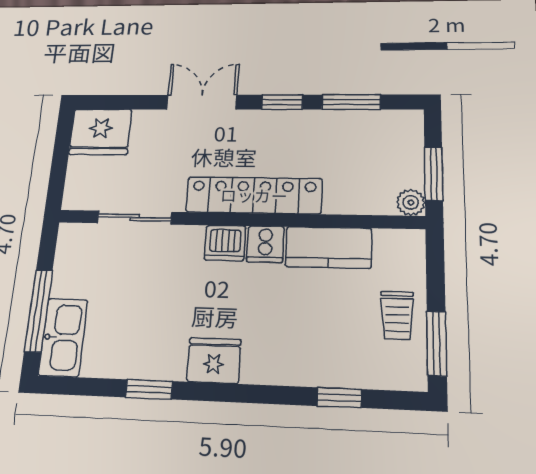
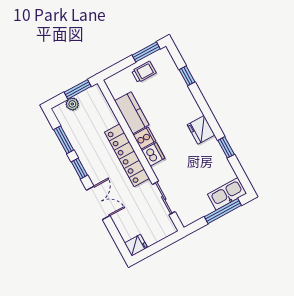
double door: (202, 102) -> (98, 203), swing flipped
fridge: (100, 132) -> (136, 245), width x0.53, depth x0.75
plant: (411, 202) -> (72, 104), moved

